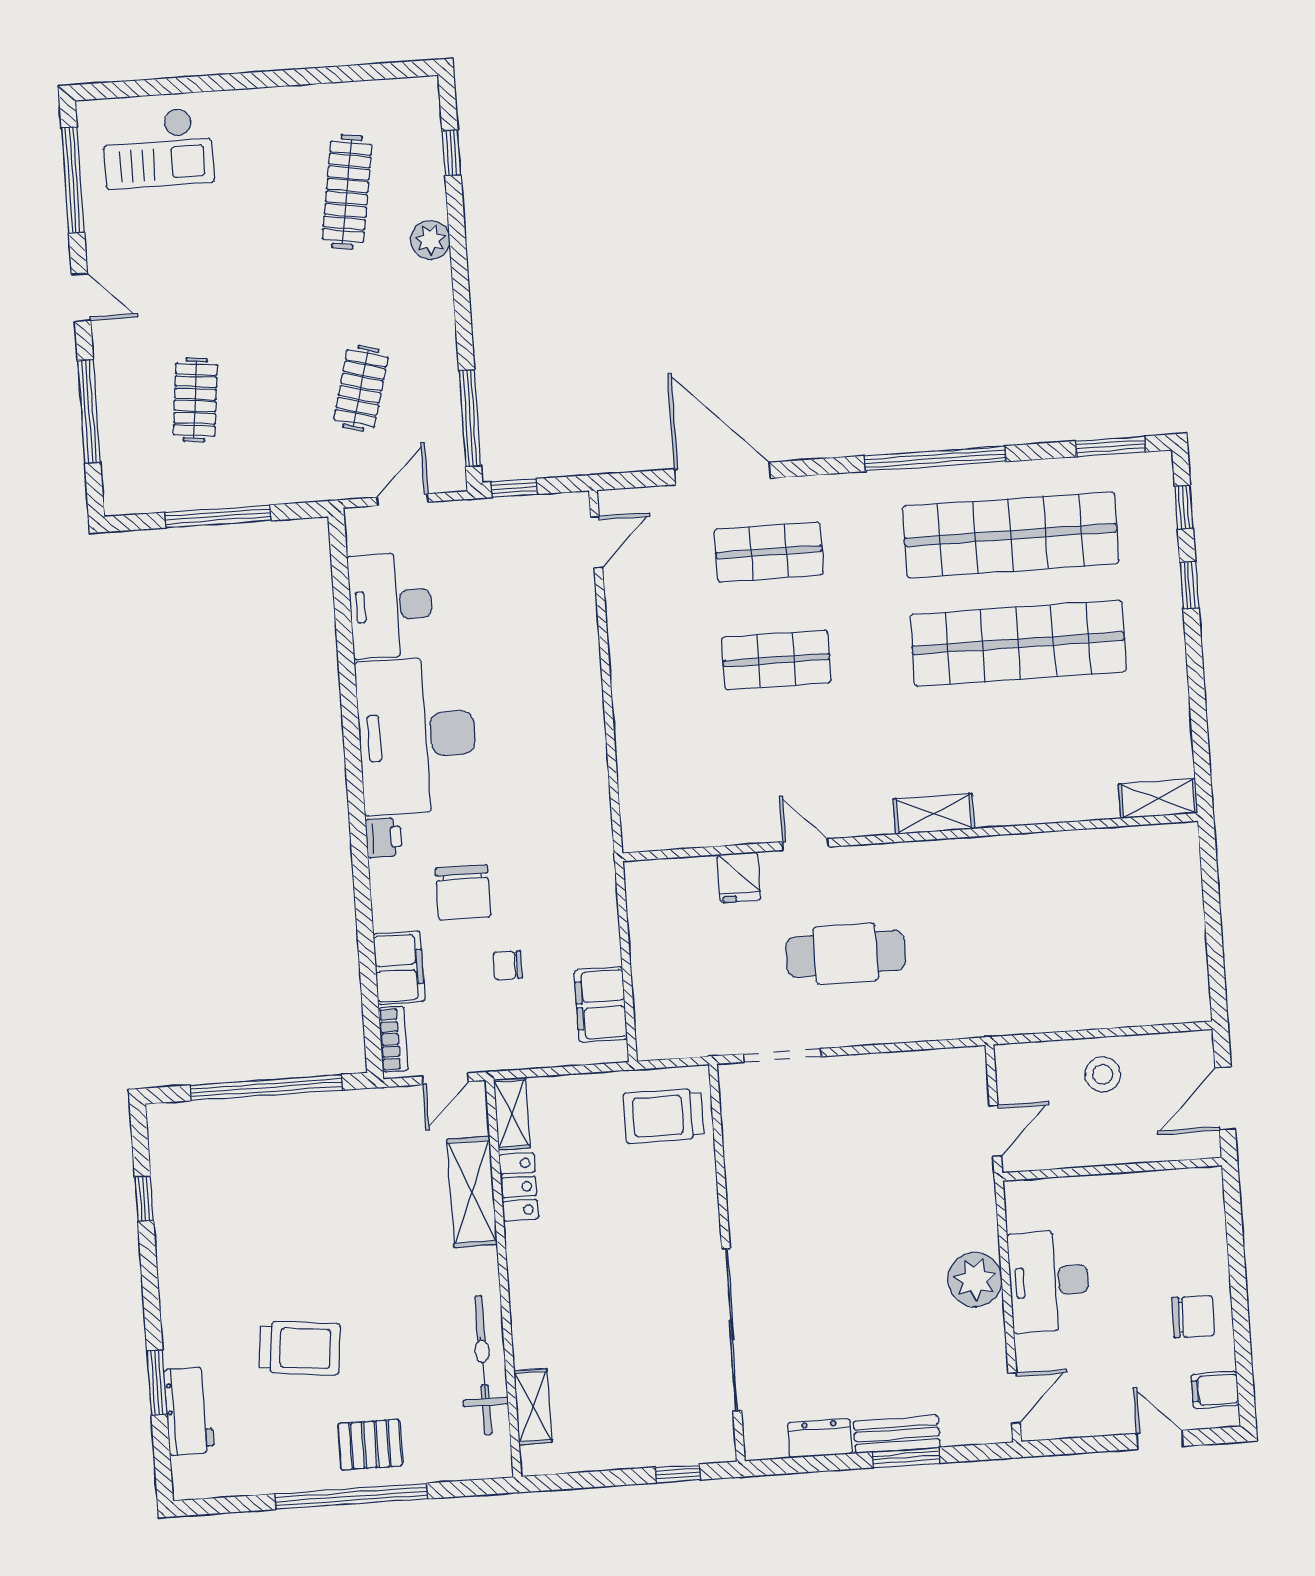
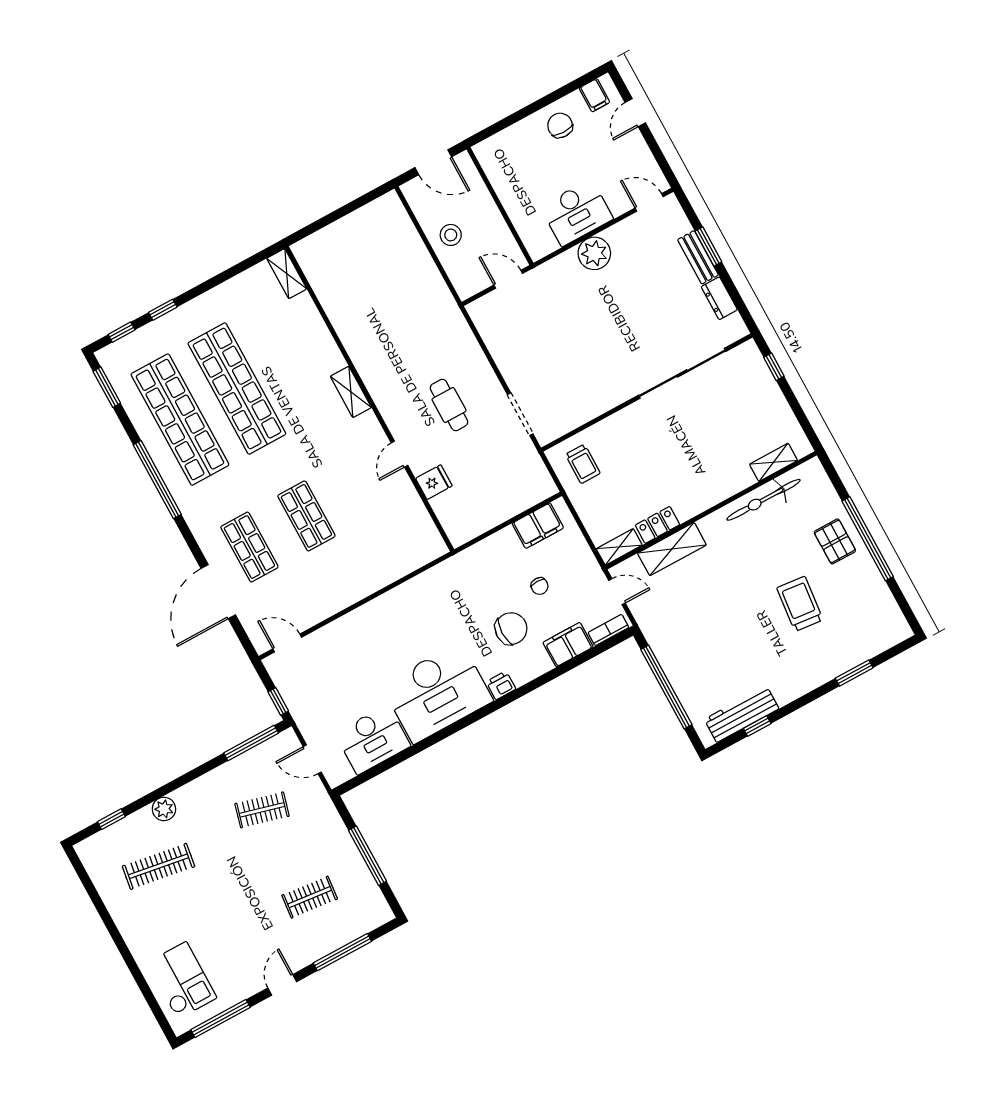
cafe table: (846, 954) -> (449, 405), width x0.73, depth x0.74
trolley: (663, 1116) -> (583, 464), width x0.73, depth x0.72
workbench: (189, 1411) -> (742, 714), moved, width x1.37

